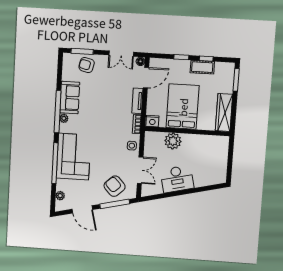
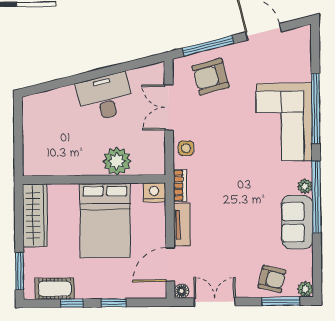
cot: (202, 67) -> (55, 289), moved
armchair: (115, 186) -> (211, 77), turned 118
plant: (60, 196) -> (305, 289), moved

